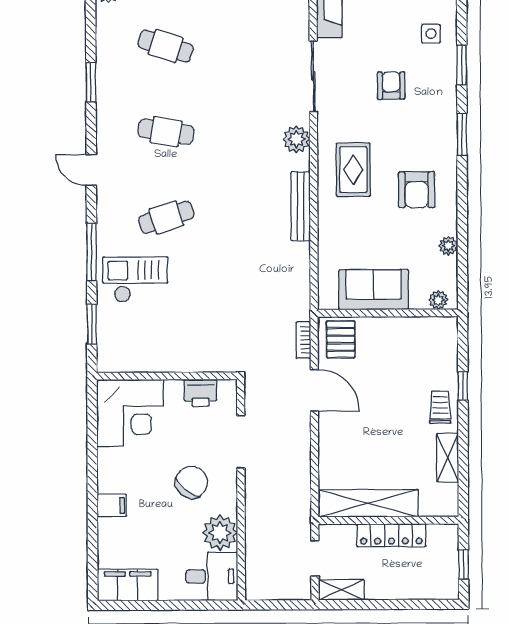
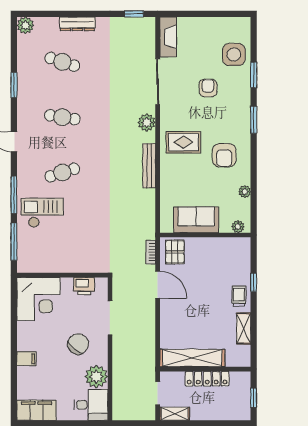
side table: (431, 34) -> (234, 54), width x1.87, depth x1.87
rug: (353, 170) -> (183, 142), turned 90
window: (92, 324) -> (14, 242), width x1.44

